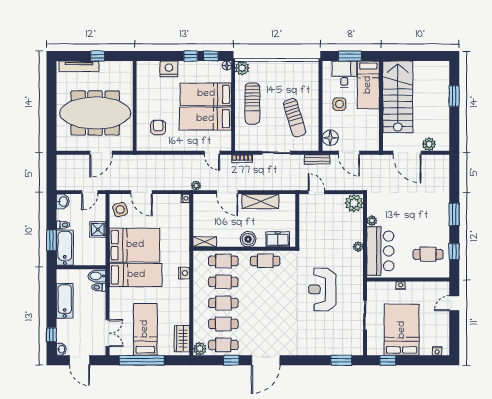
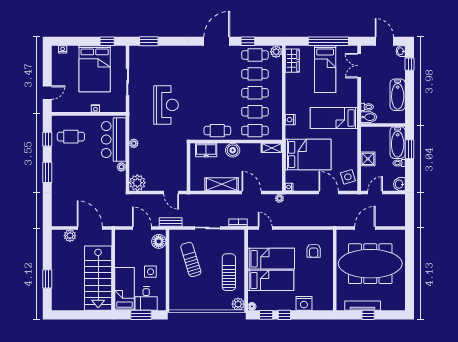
tv unit: (79, 66) -> (363, 306), moved
bed: (135, 245) -> (308, 154), moved, turned 180

